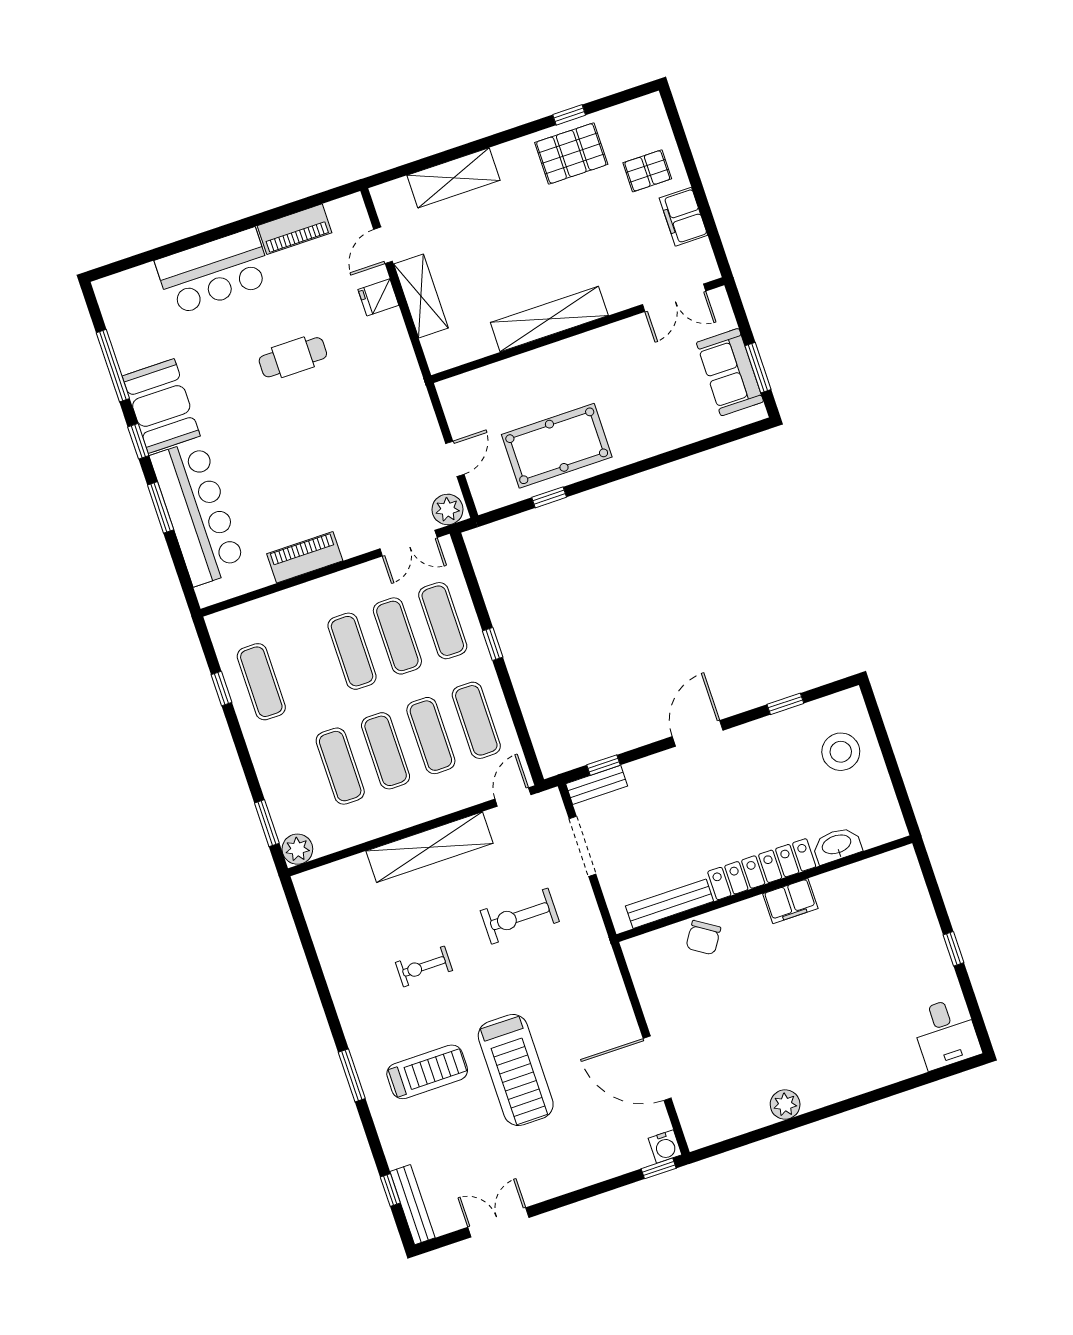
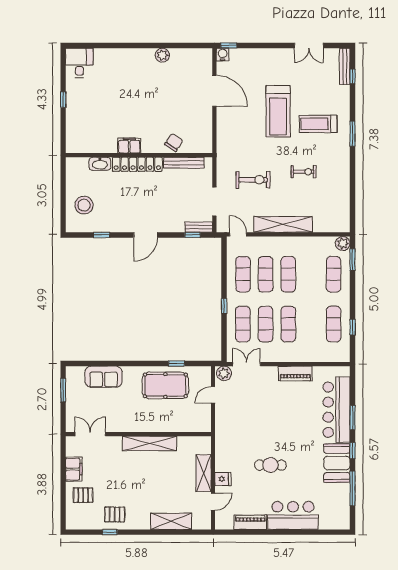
pallet: (571, 153) -> (115, 514), width x0.67, depth x0.71
sofa: (730, 372) -> (104, 377), moved, turned 90
exercise mat: (340, 766) -> (334, 274), moved
door: (513, 797) -> (238, 234), swing flipped
treadmill: (516, 1070) -> (278, 111), turned 180

